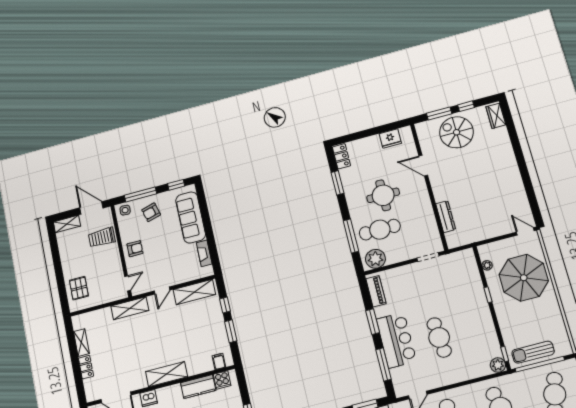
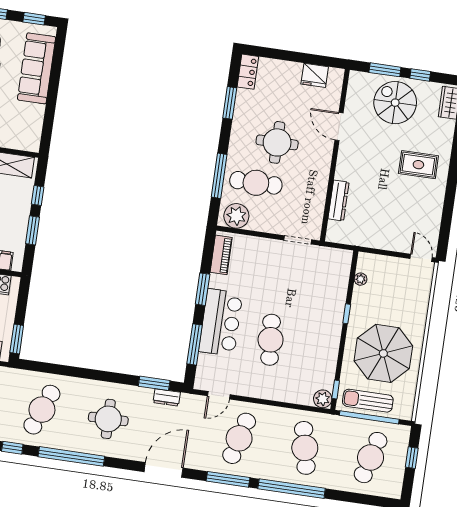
rug: (493, 167) -> (418, 165), added
fireplace: (204, 253) -> (36, 121), removed
parasol: (524, 278) -> (383, 353), moved

